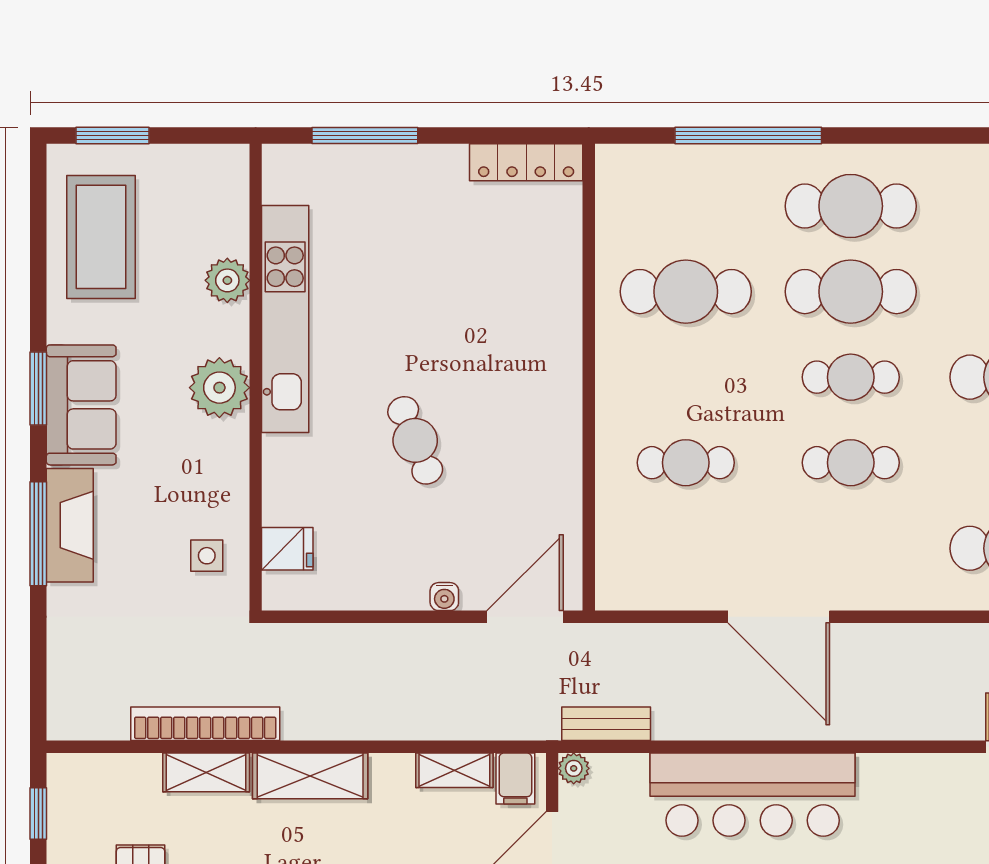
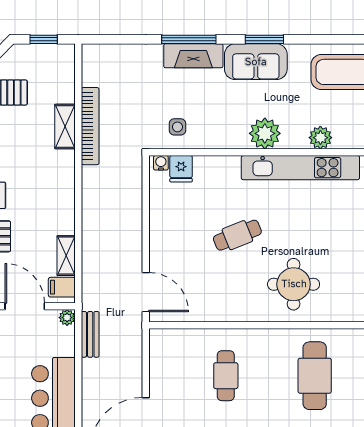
round table: (510, 332) -> (294, 284), added
water cooler: (444, 597) -> (161, 163), moved, turned 90
shelving: (310, 776) -> (63, 181), removed

